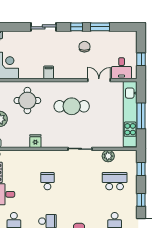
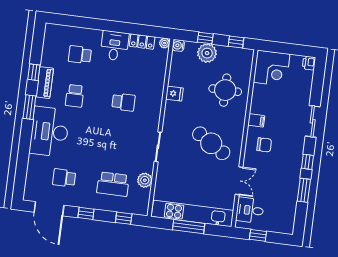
chair: (84, 47) -> (264, 145), moved
cafe table: (72, 106) -> (211, 143), turned -58
school desk: (115, 181) -> (113, 184), turned 90

